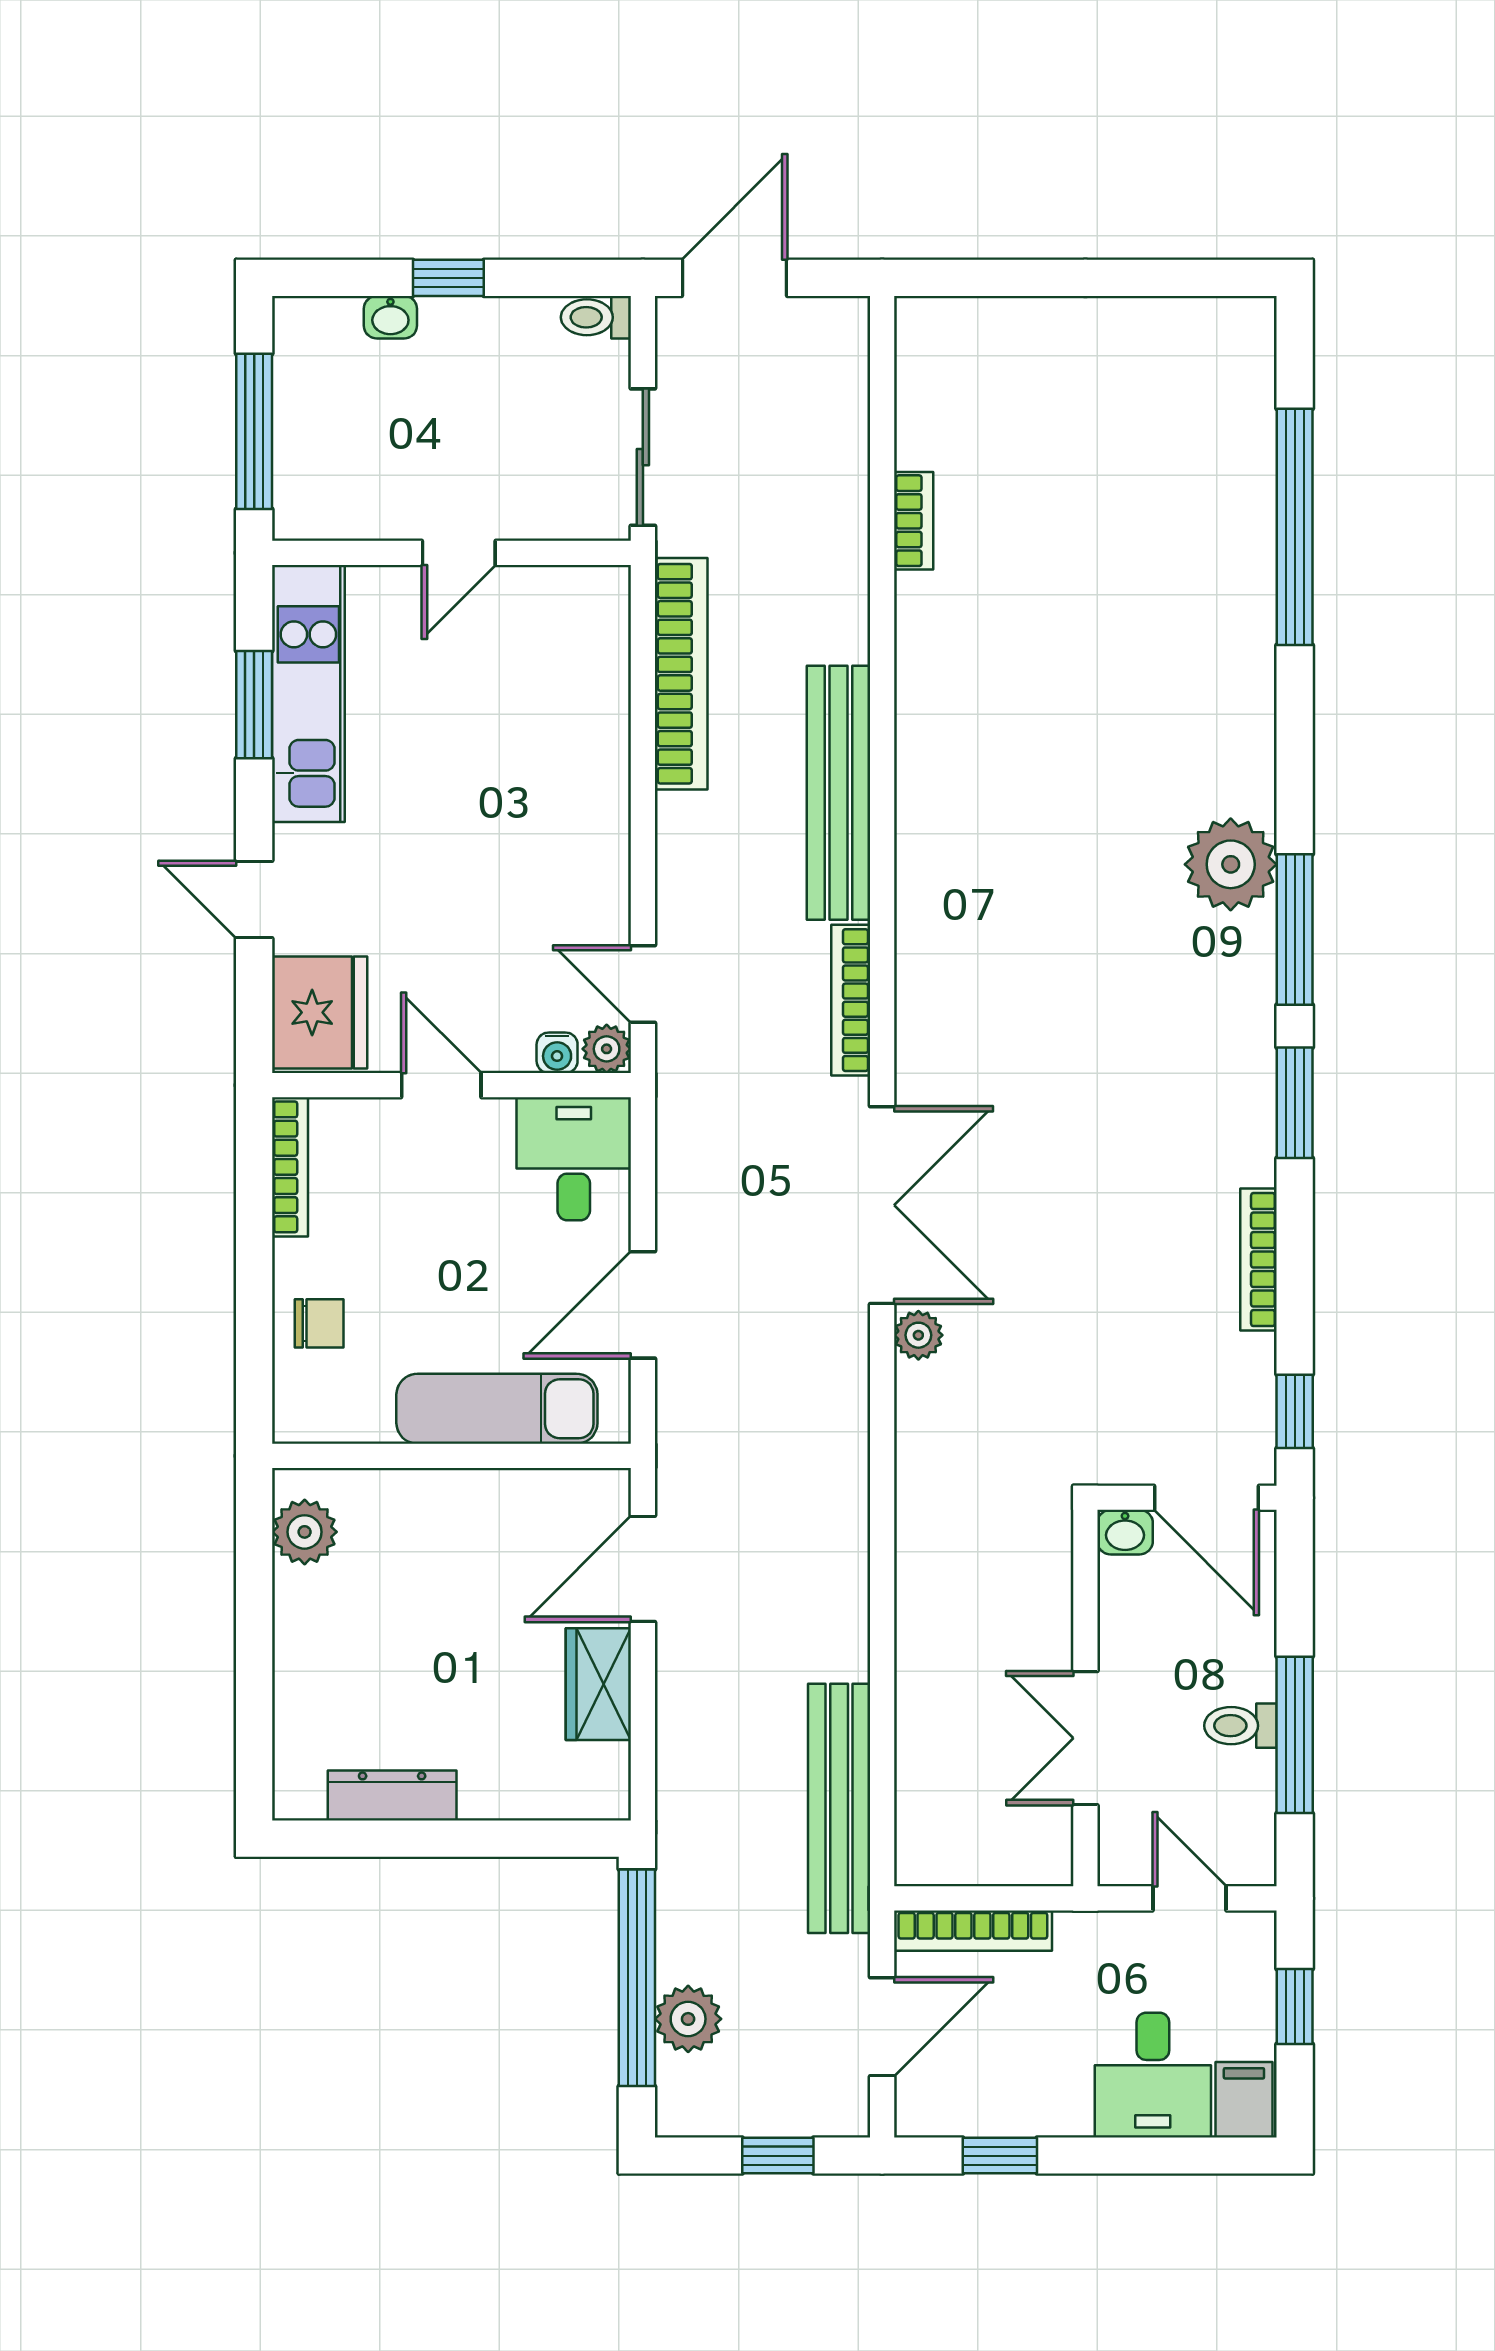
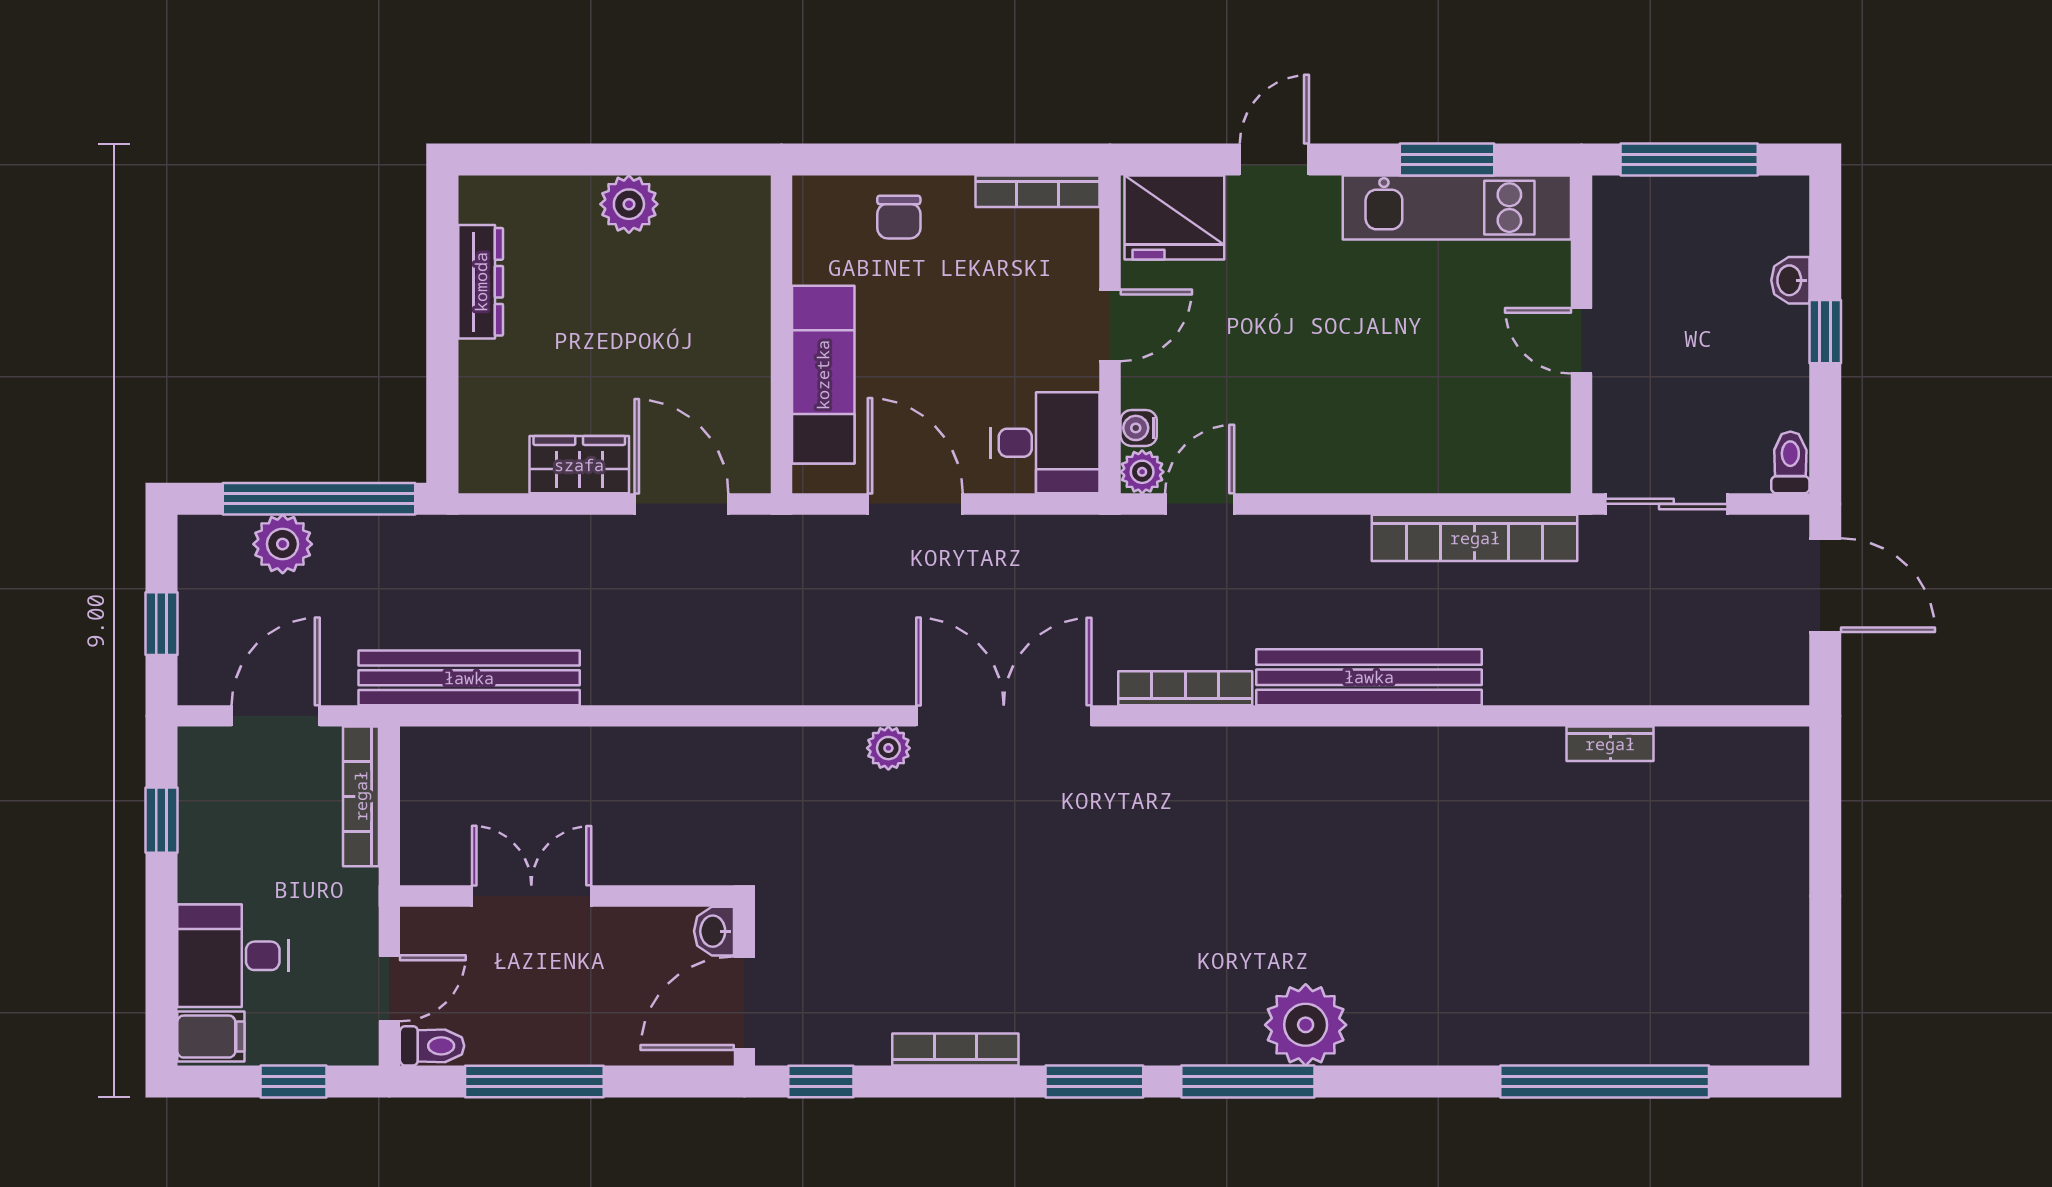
double door: (882, 1205) -> (1004, 716), swing flipped
plant: (305, 1532) -> (629, 204), moved
toilet: (1240, 1726) -> (432, 1046), moved, turned 90
door: (882, 2027) -> (276, 716), swing flipped

